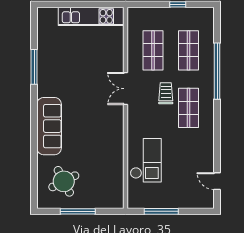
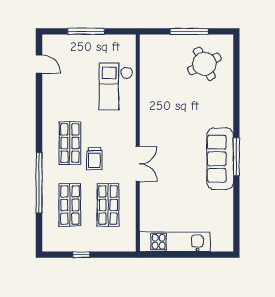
window: (34, 67) -> (236, 157), moved
sofa: (49, 126) -> (220, 159), moved
window: (161, 211) -> (86, 31), moved

